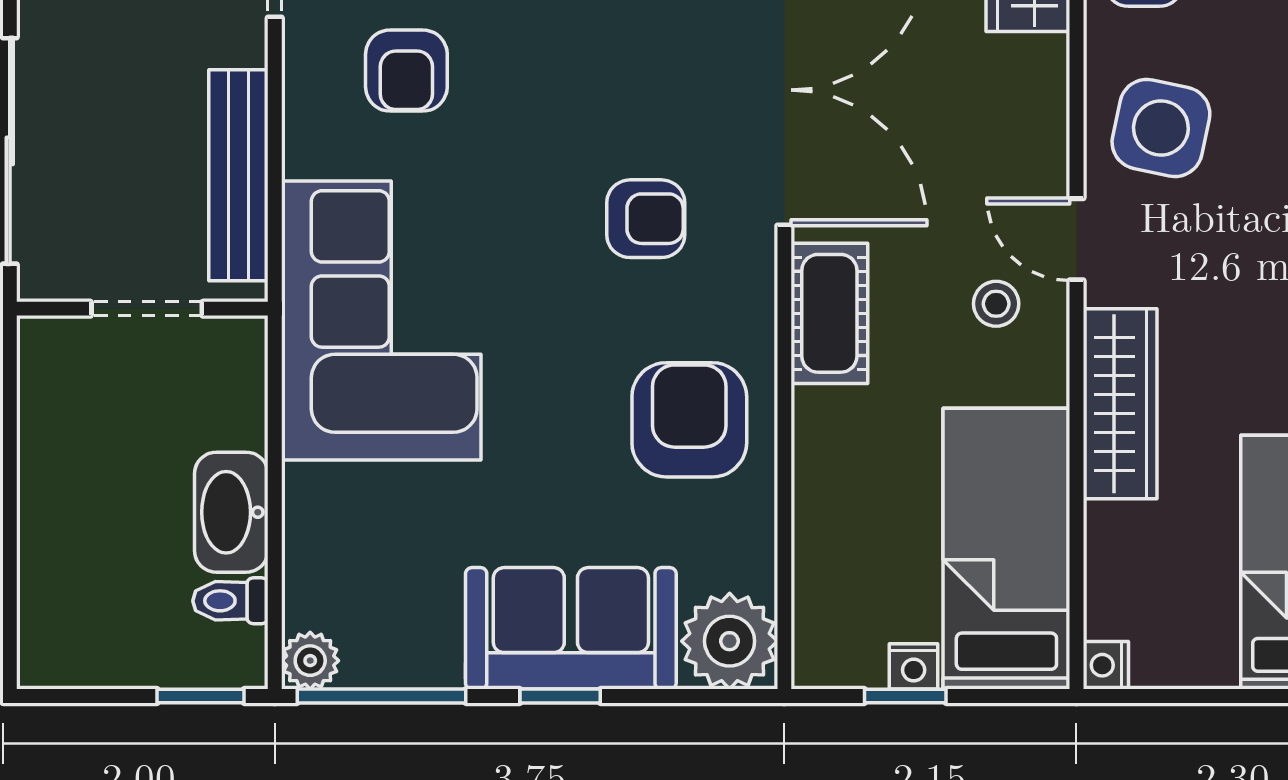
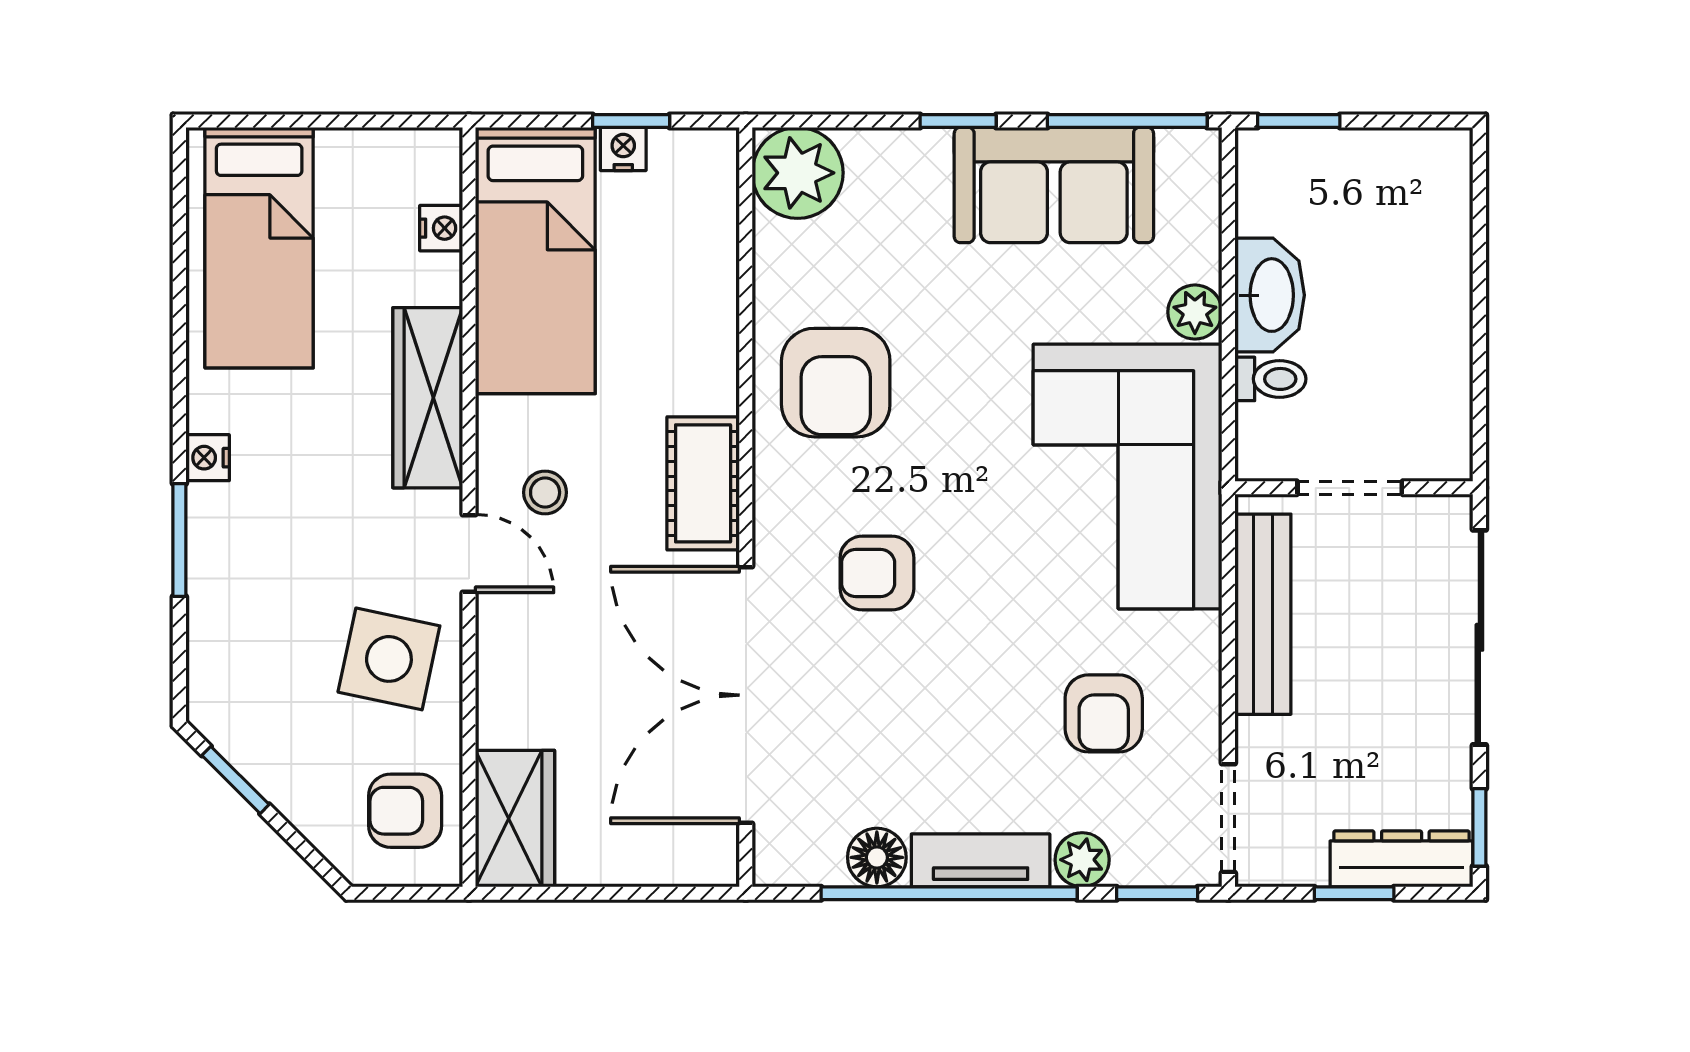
armchair: (406, 71) -> (1104, 713), turned 180
toilet: (230, 601) -> (1270, 379), moved
sofa: (571, 628) -> (1054, 185), moved
plant: (310, 661) -> (1195, 312), moved
nightstand: (1106, 665) -> (441, 228), moved

